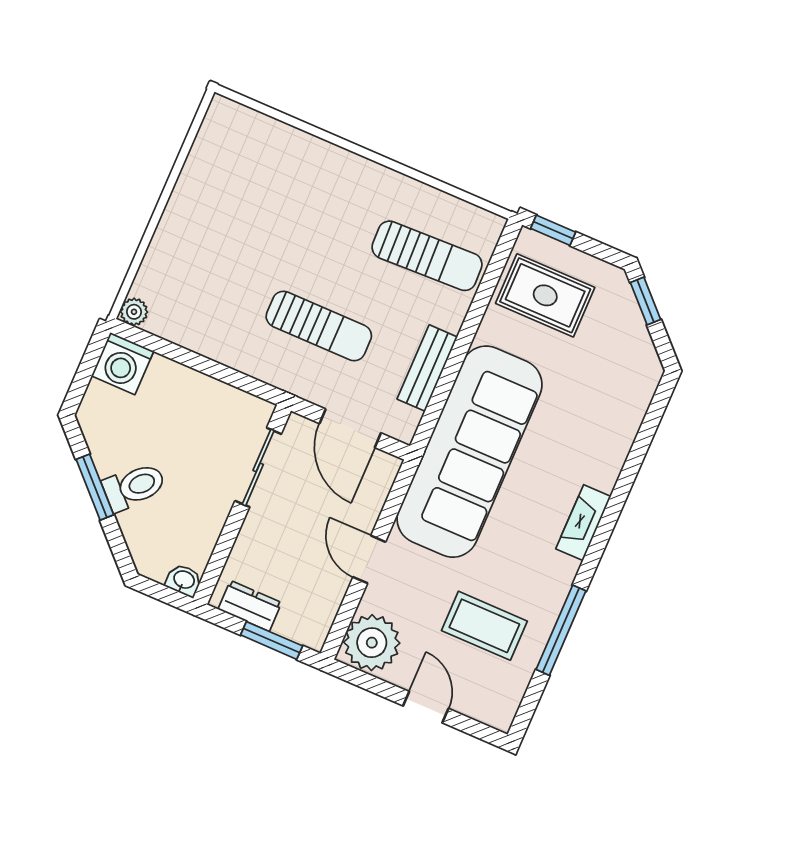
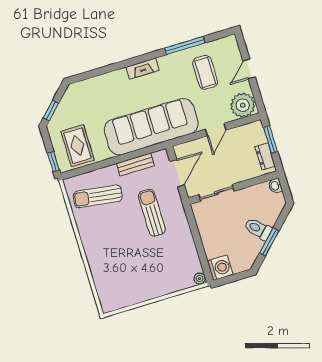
sun lounger: (427, 256) -> (98, 196), turned -80

